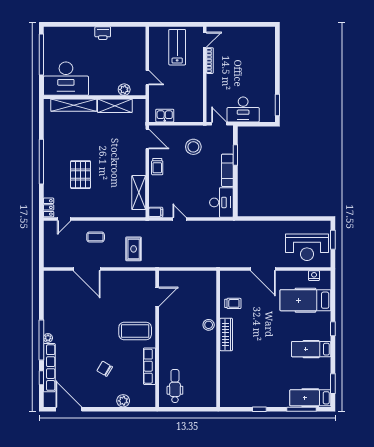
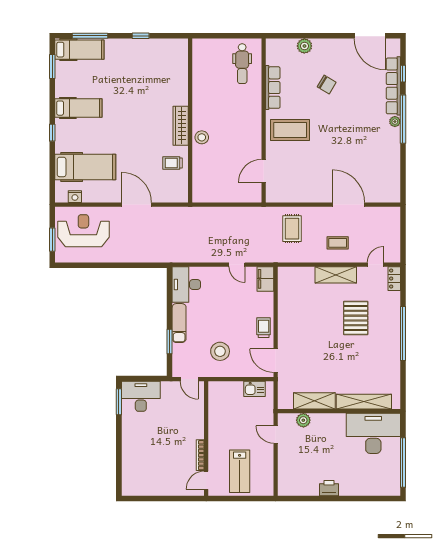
desk: (243, 109) -> (141, 396), moved
shelving: (139, 193) -> (336, 275), moved, turned 90
filing cabinet: (156, 212) -> (265, 279), width x2.00

